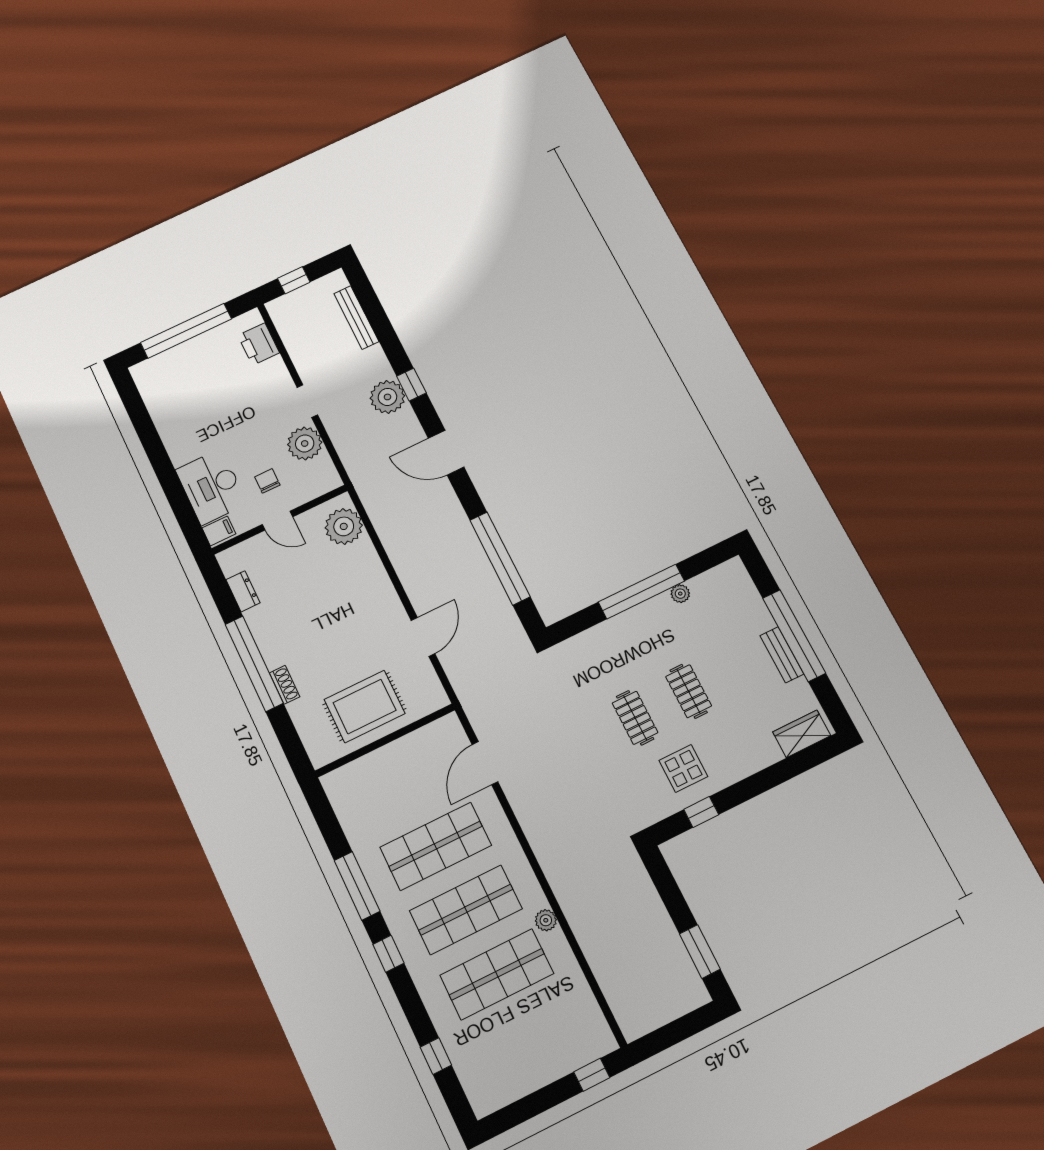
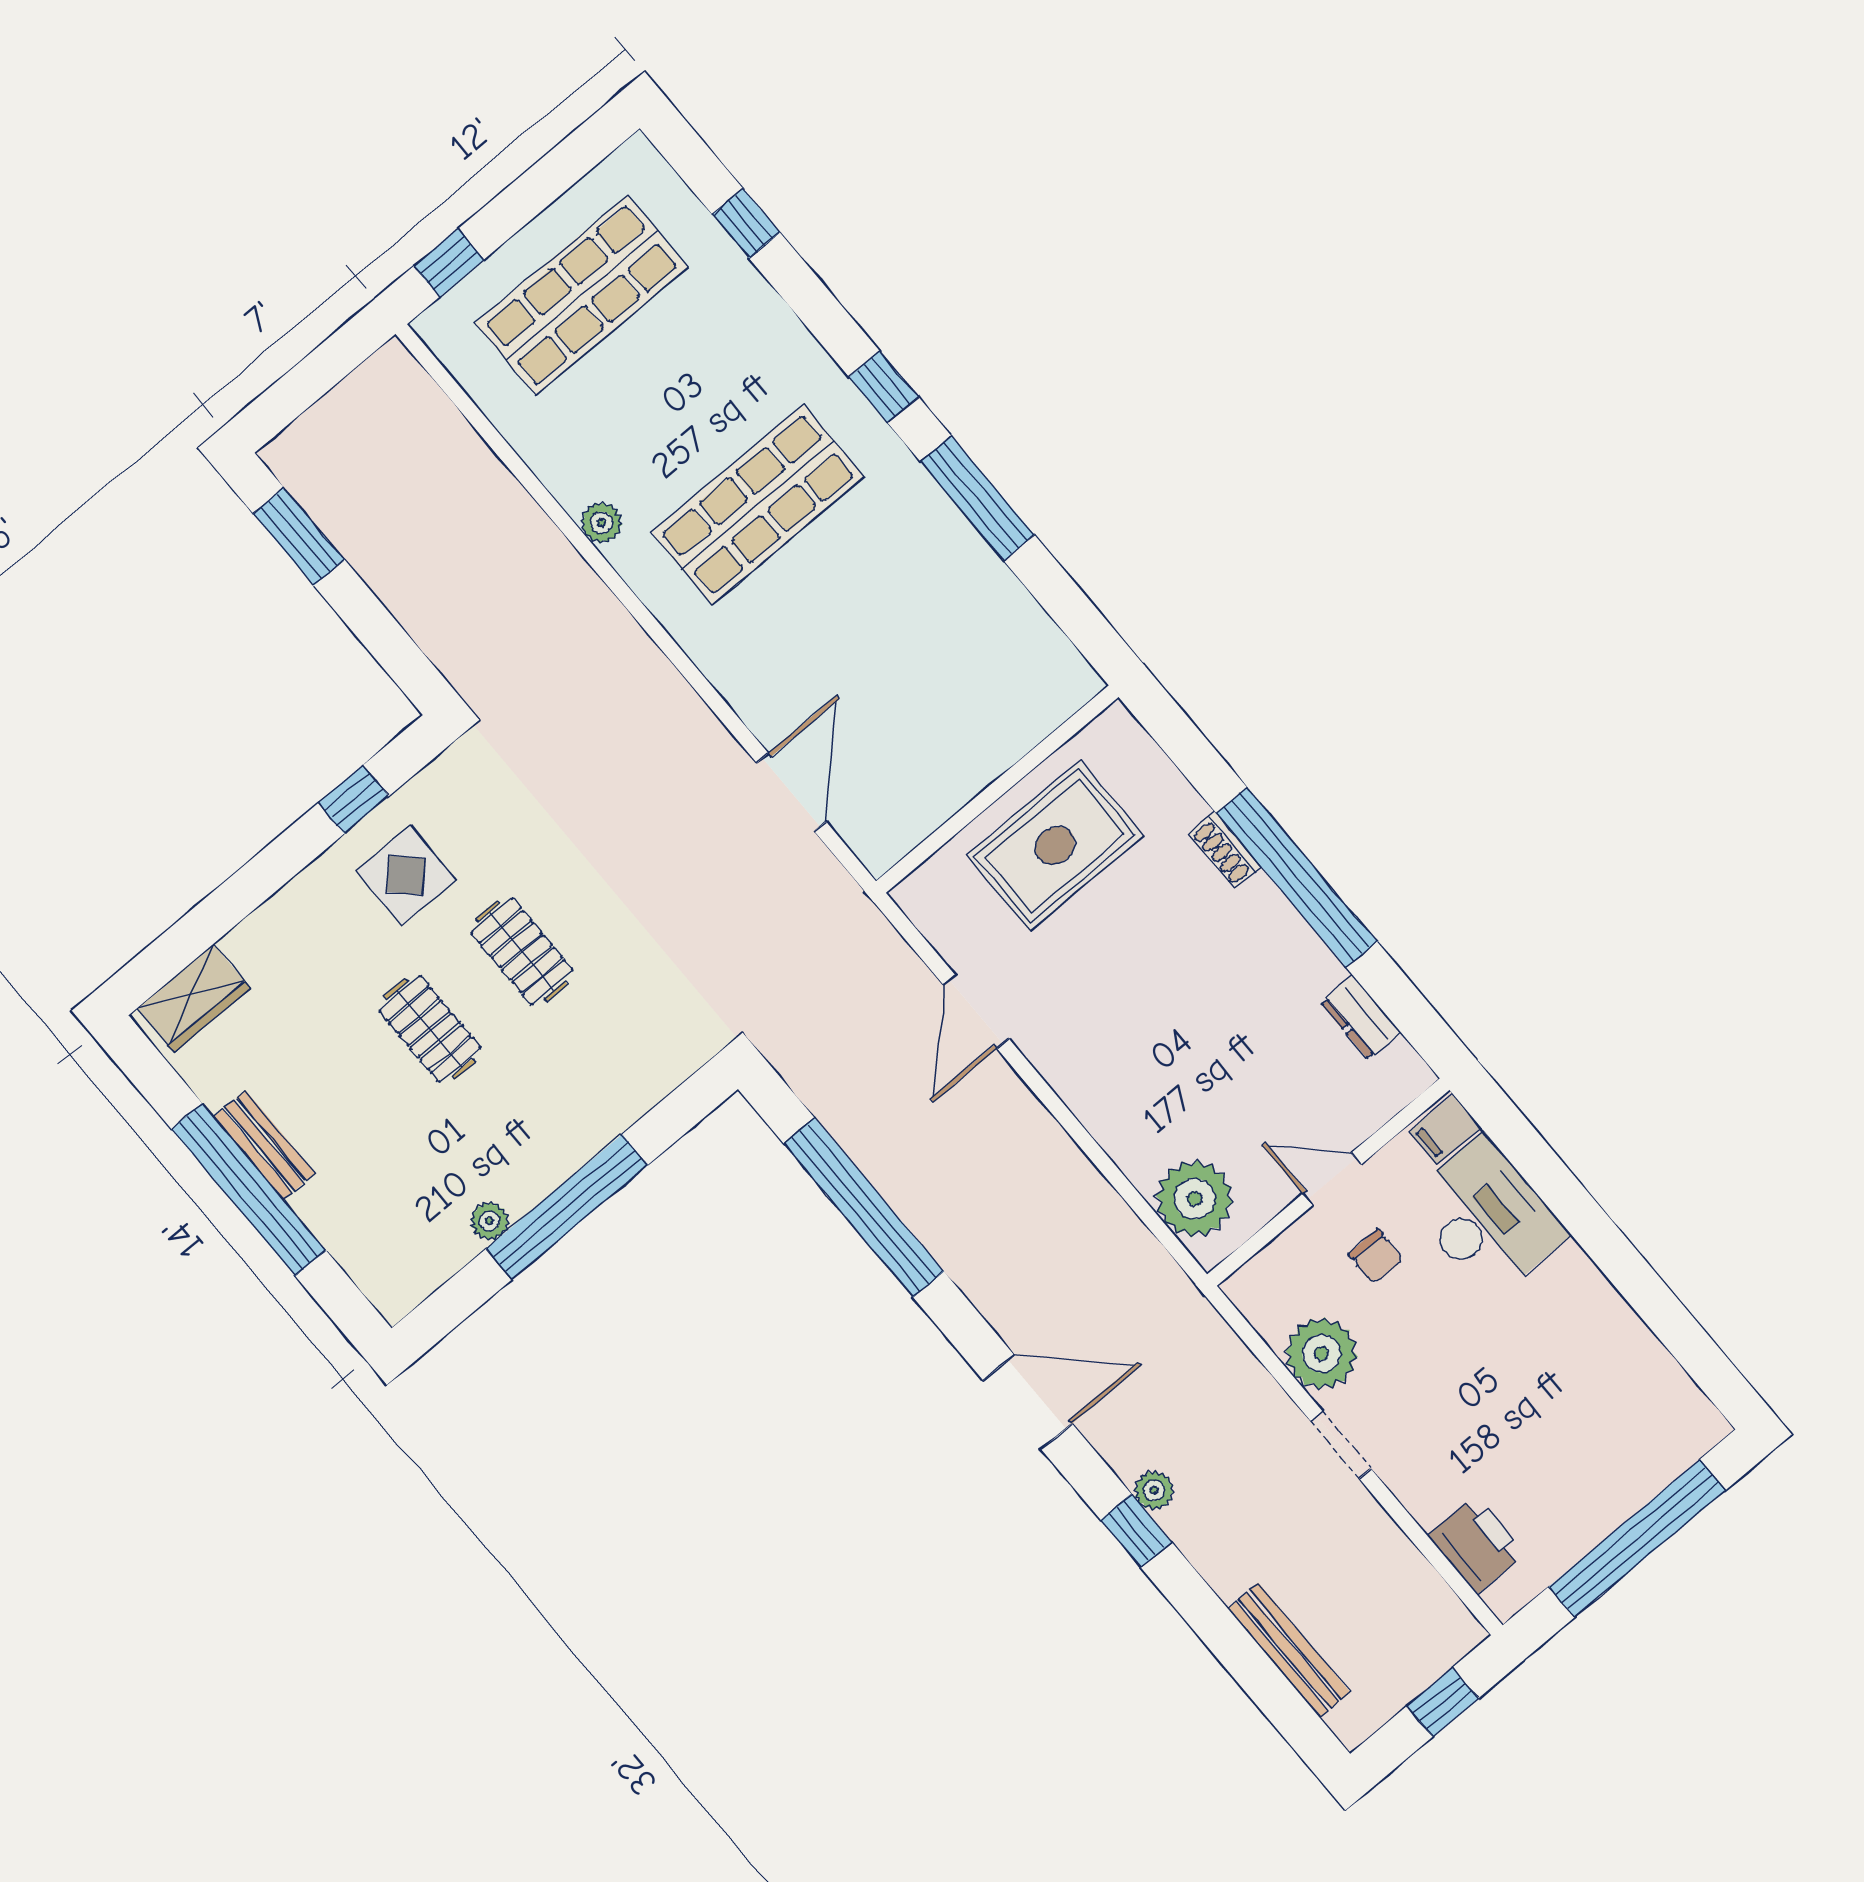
plant: (387, 397) -> (1154, 1490), width x0.53, depth x0.53
shop shelf: (436, 846) -> (846, 609), removed
shop shelf: (497, 974) -> (581, 295), moved

